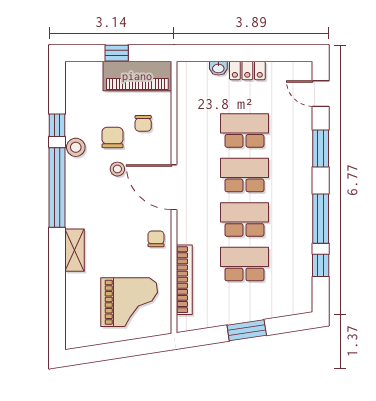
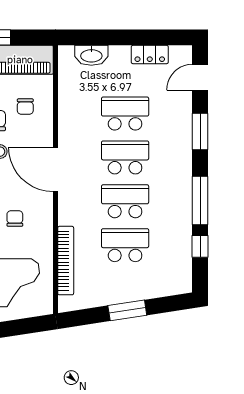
washbasin: (218, 68) -> (91, 55), width x1.91, depth x1.45
locker: (247, 70) -> (150, 55), moved
door: (321, 94) -> (200, 77), hinge flipped
chair: (156, 239) -> (15, 218), moved

